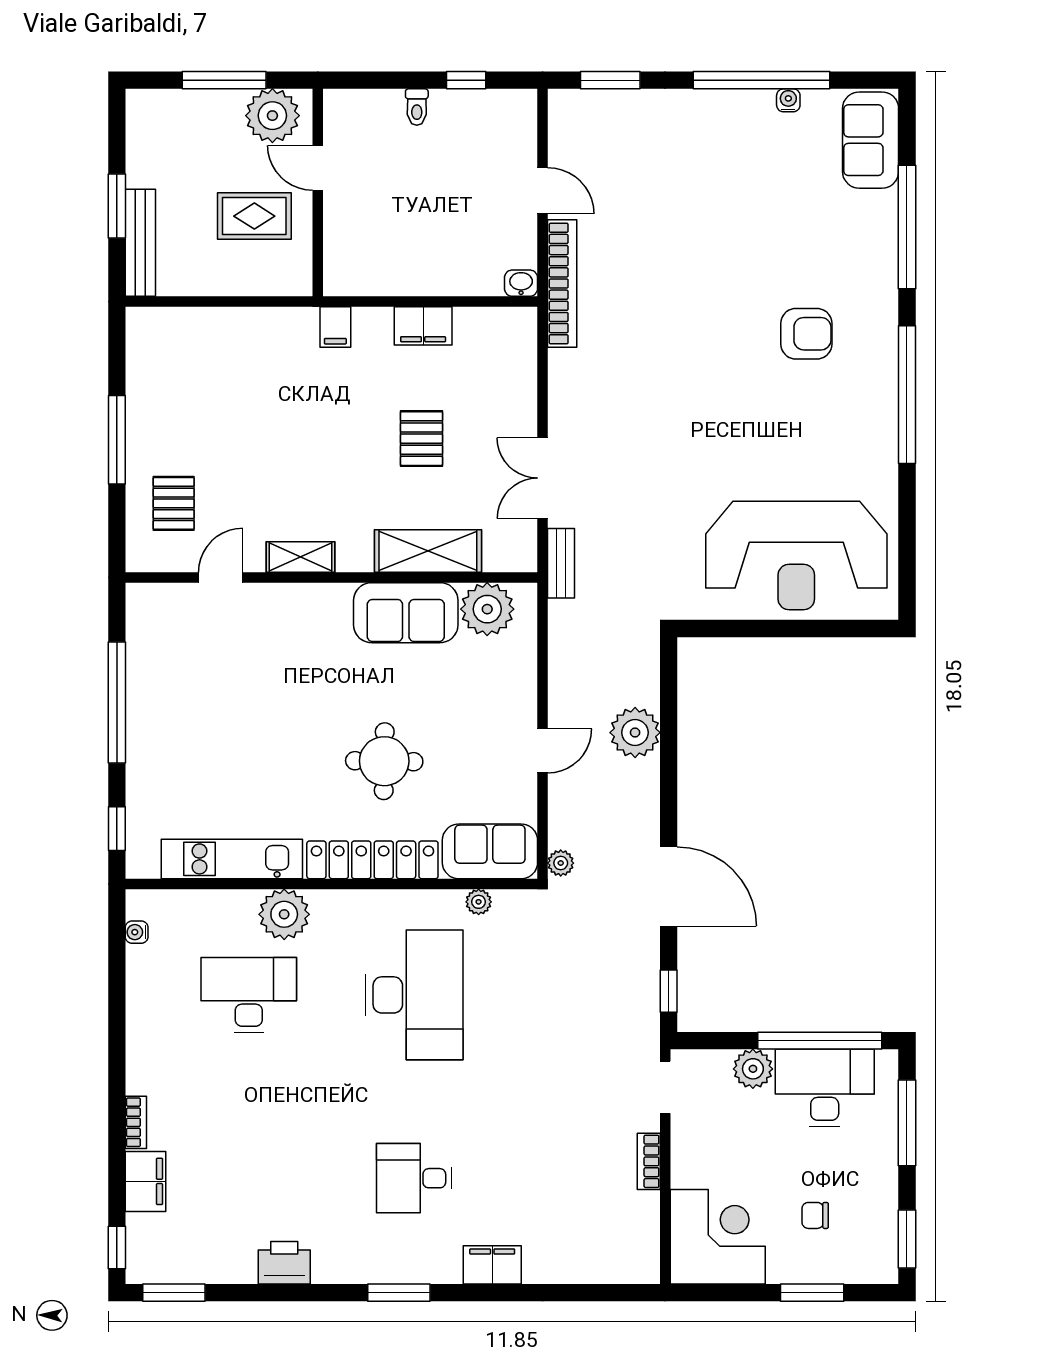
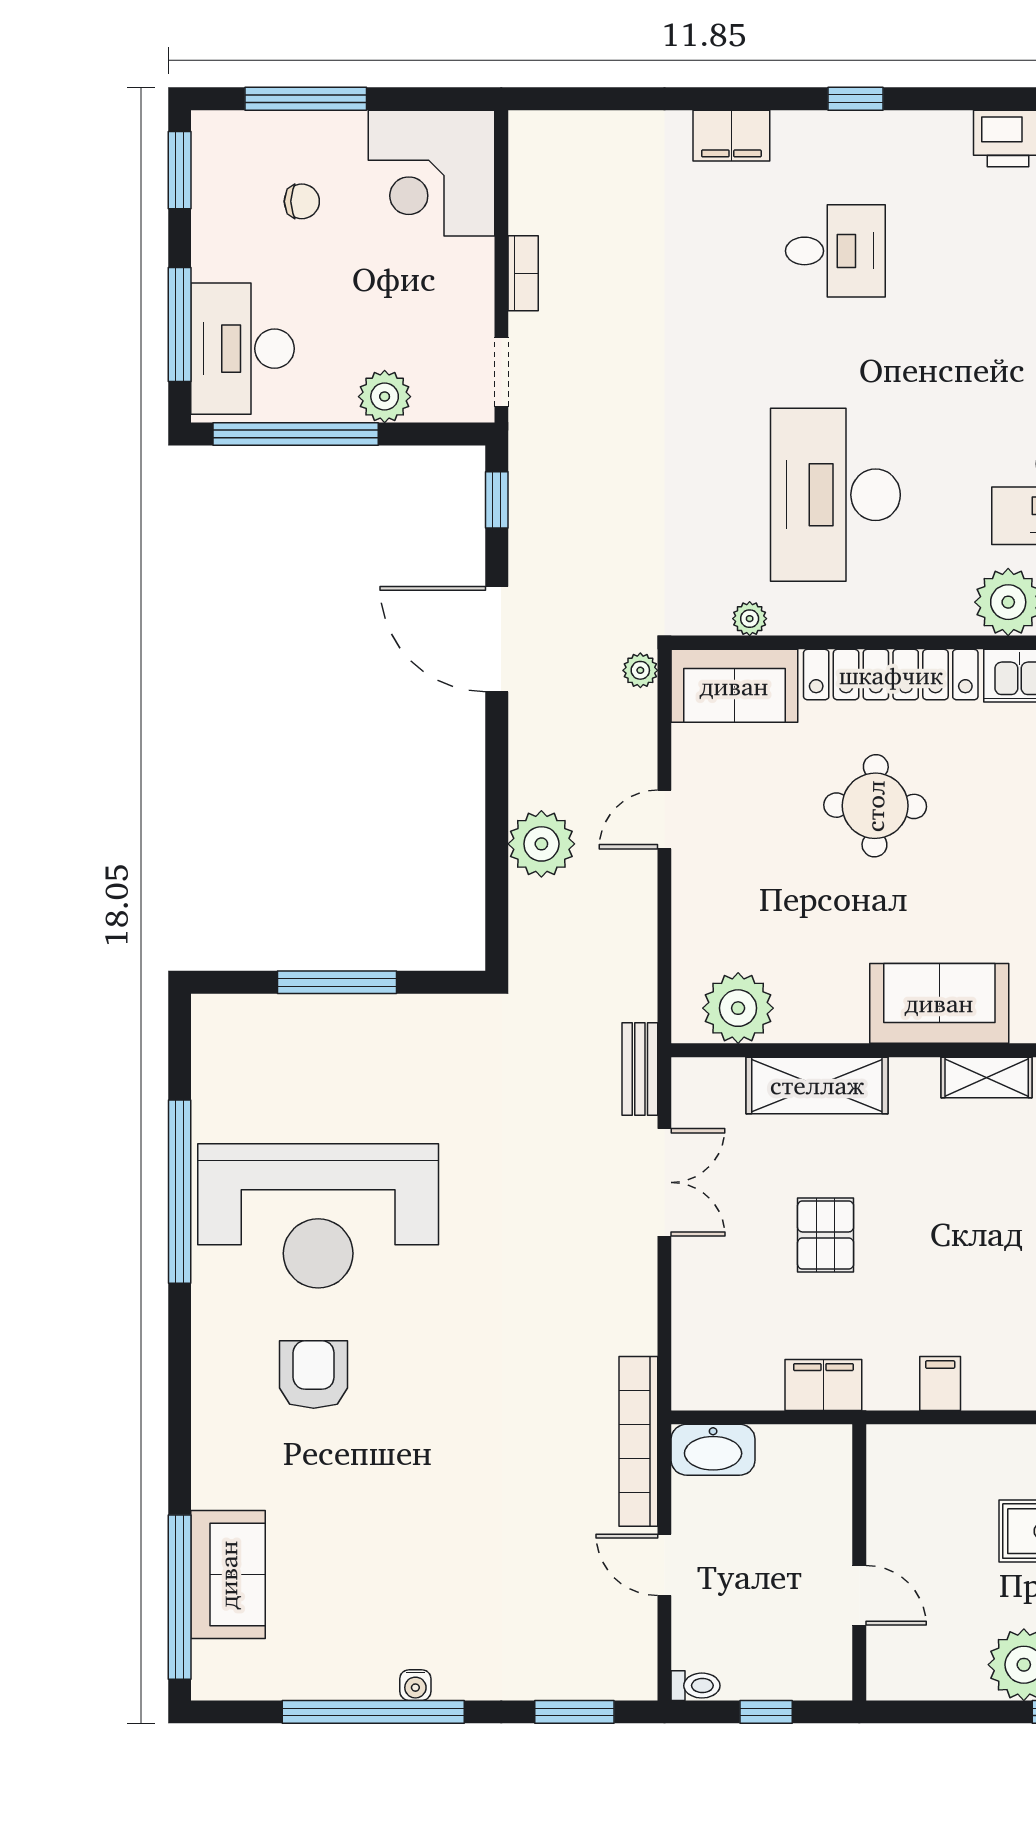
water cooler: (788, 100) -> (415, 1685), moved
toilet: (417, 107) -> (696, 1686), moved, turned 90
sofa: (871, 140) -> (228, 1575), moved
door: (318, 168) -> (859, 1595), moved
wall: (318, 193) -> (859, 1562), moved
window: (907, 227) -> (180, 1597), moved
washbasin: (521, 283) -> (713, 1450), width x1.91, depth x1.45
armchair: (806, 334) -> (314, 1374), turned 90
window: (907, 395) -> (180, 1192), moved
reception desk: (796, 555) -> (318, 1216), moved, turned 180
sofa: (406, 613) -> (939, 1003), moved
window: (789, 628) -> (337, 982), added
desk: (825, 1088) -> (243, 349), moved, turned 90
window: (399, 1293) -> (856, 99), width x0.67
window: (812, 1293) -> (306, 99), width x1.44

